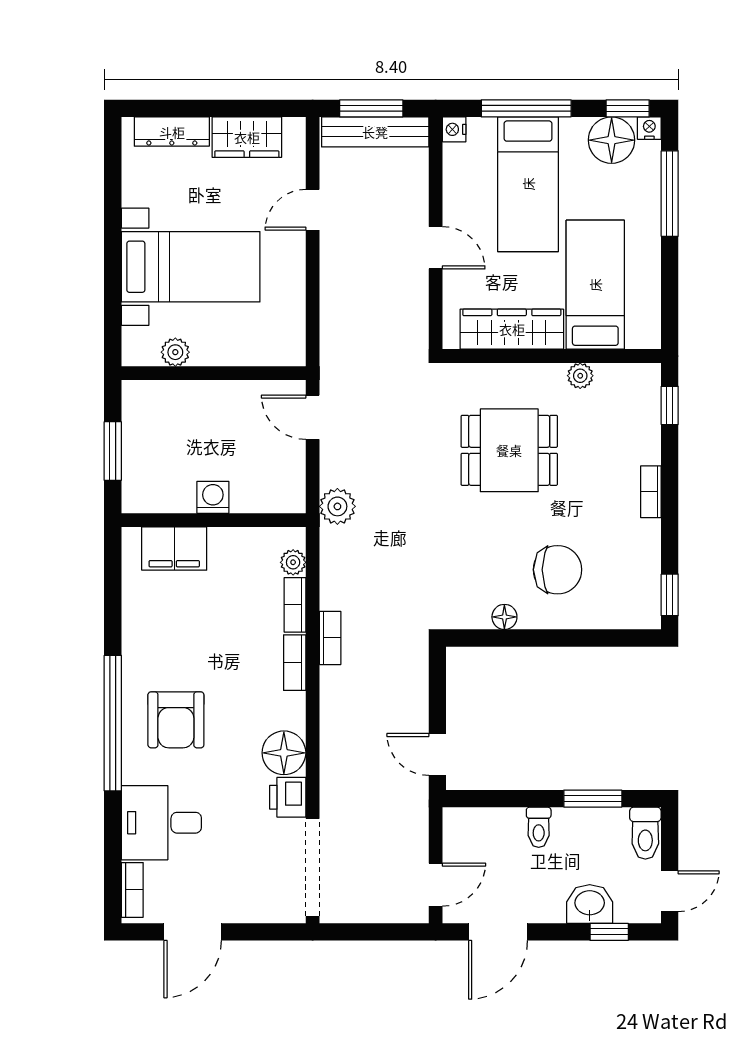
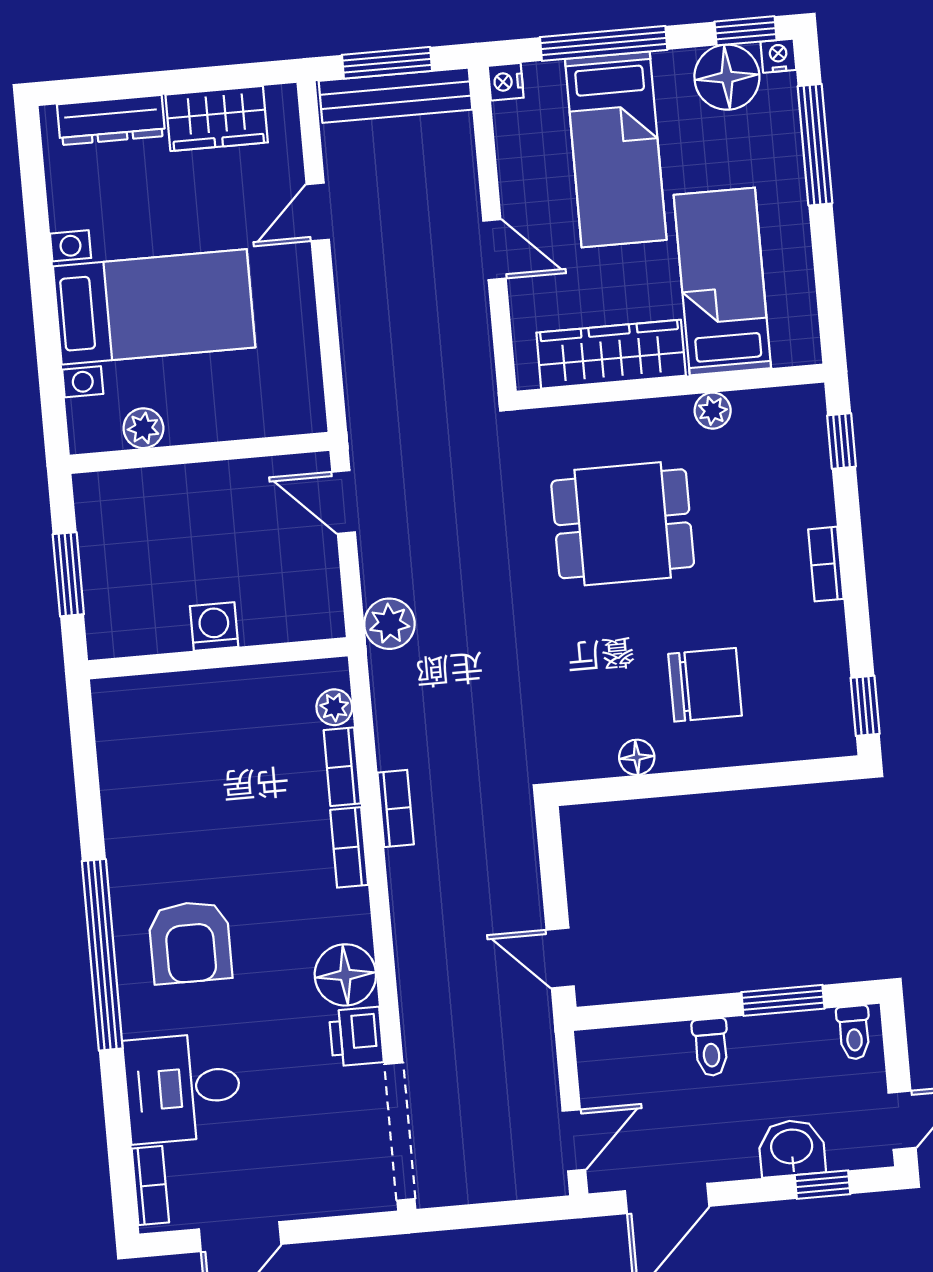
filing cabinet: (174, 549) -> (166, 703), removed
toilet: (645, 833) -> (854, 1033), width x0.73, depth x0.72

